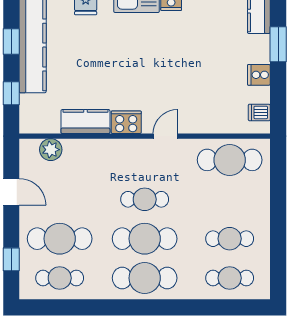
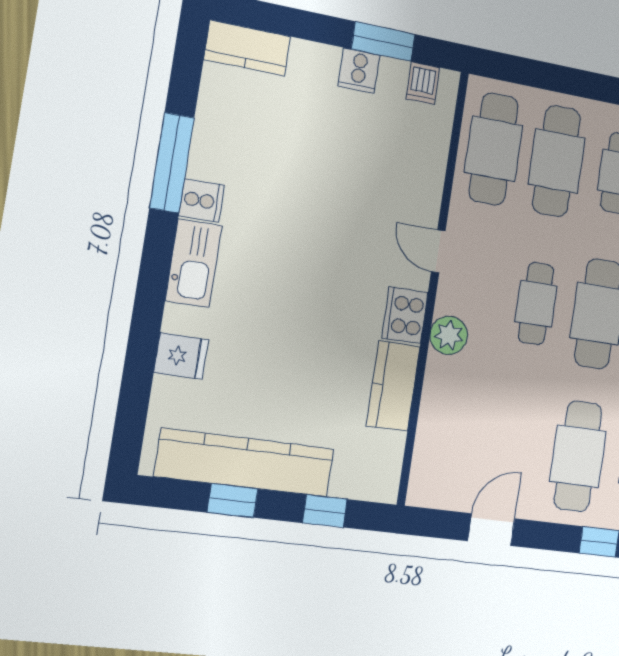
window: (278, 44) -> (383, 42), moved
plant: (51, 150) -> (449, 335), moved
cafe table: (230, 199) -> (557, 161), added

